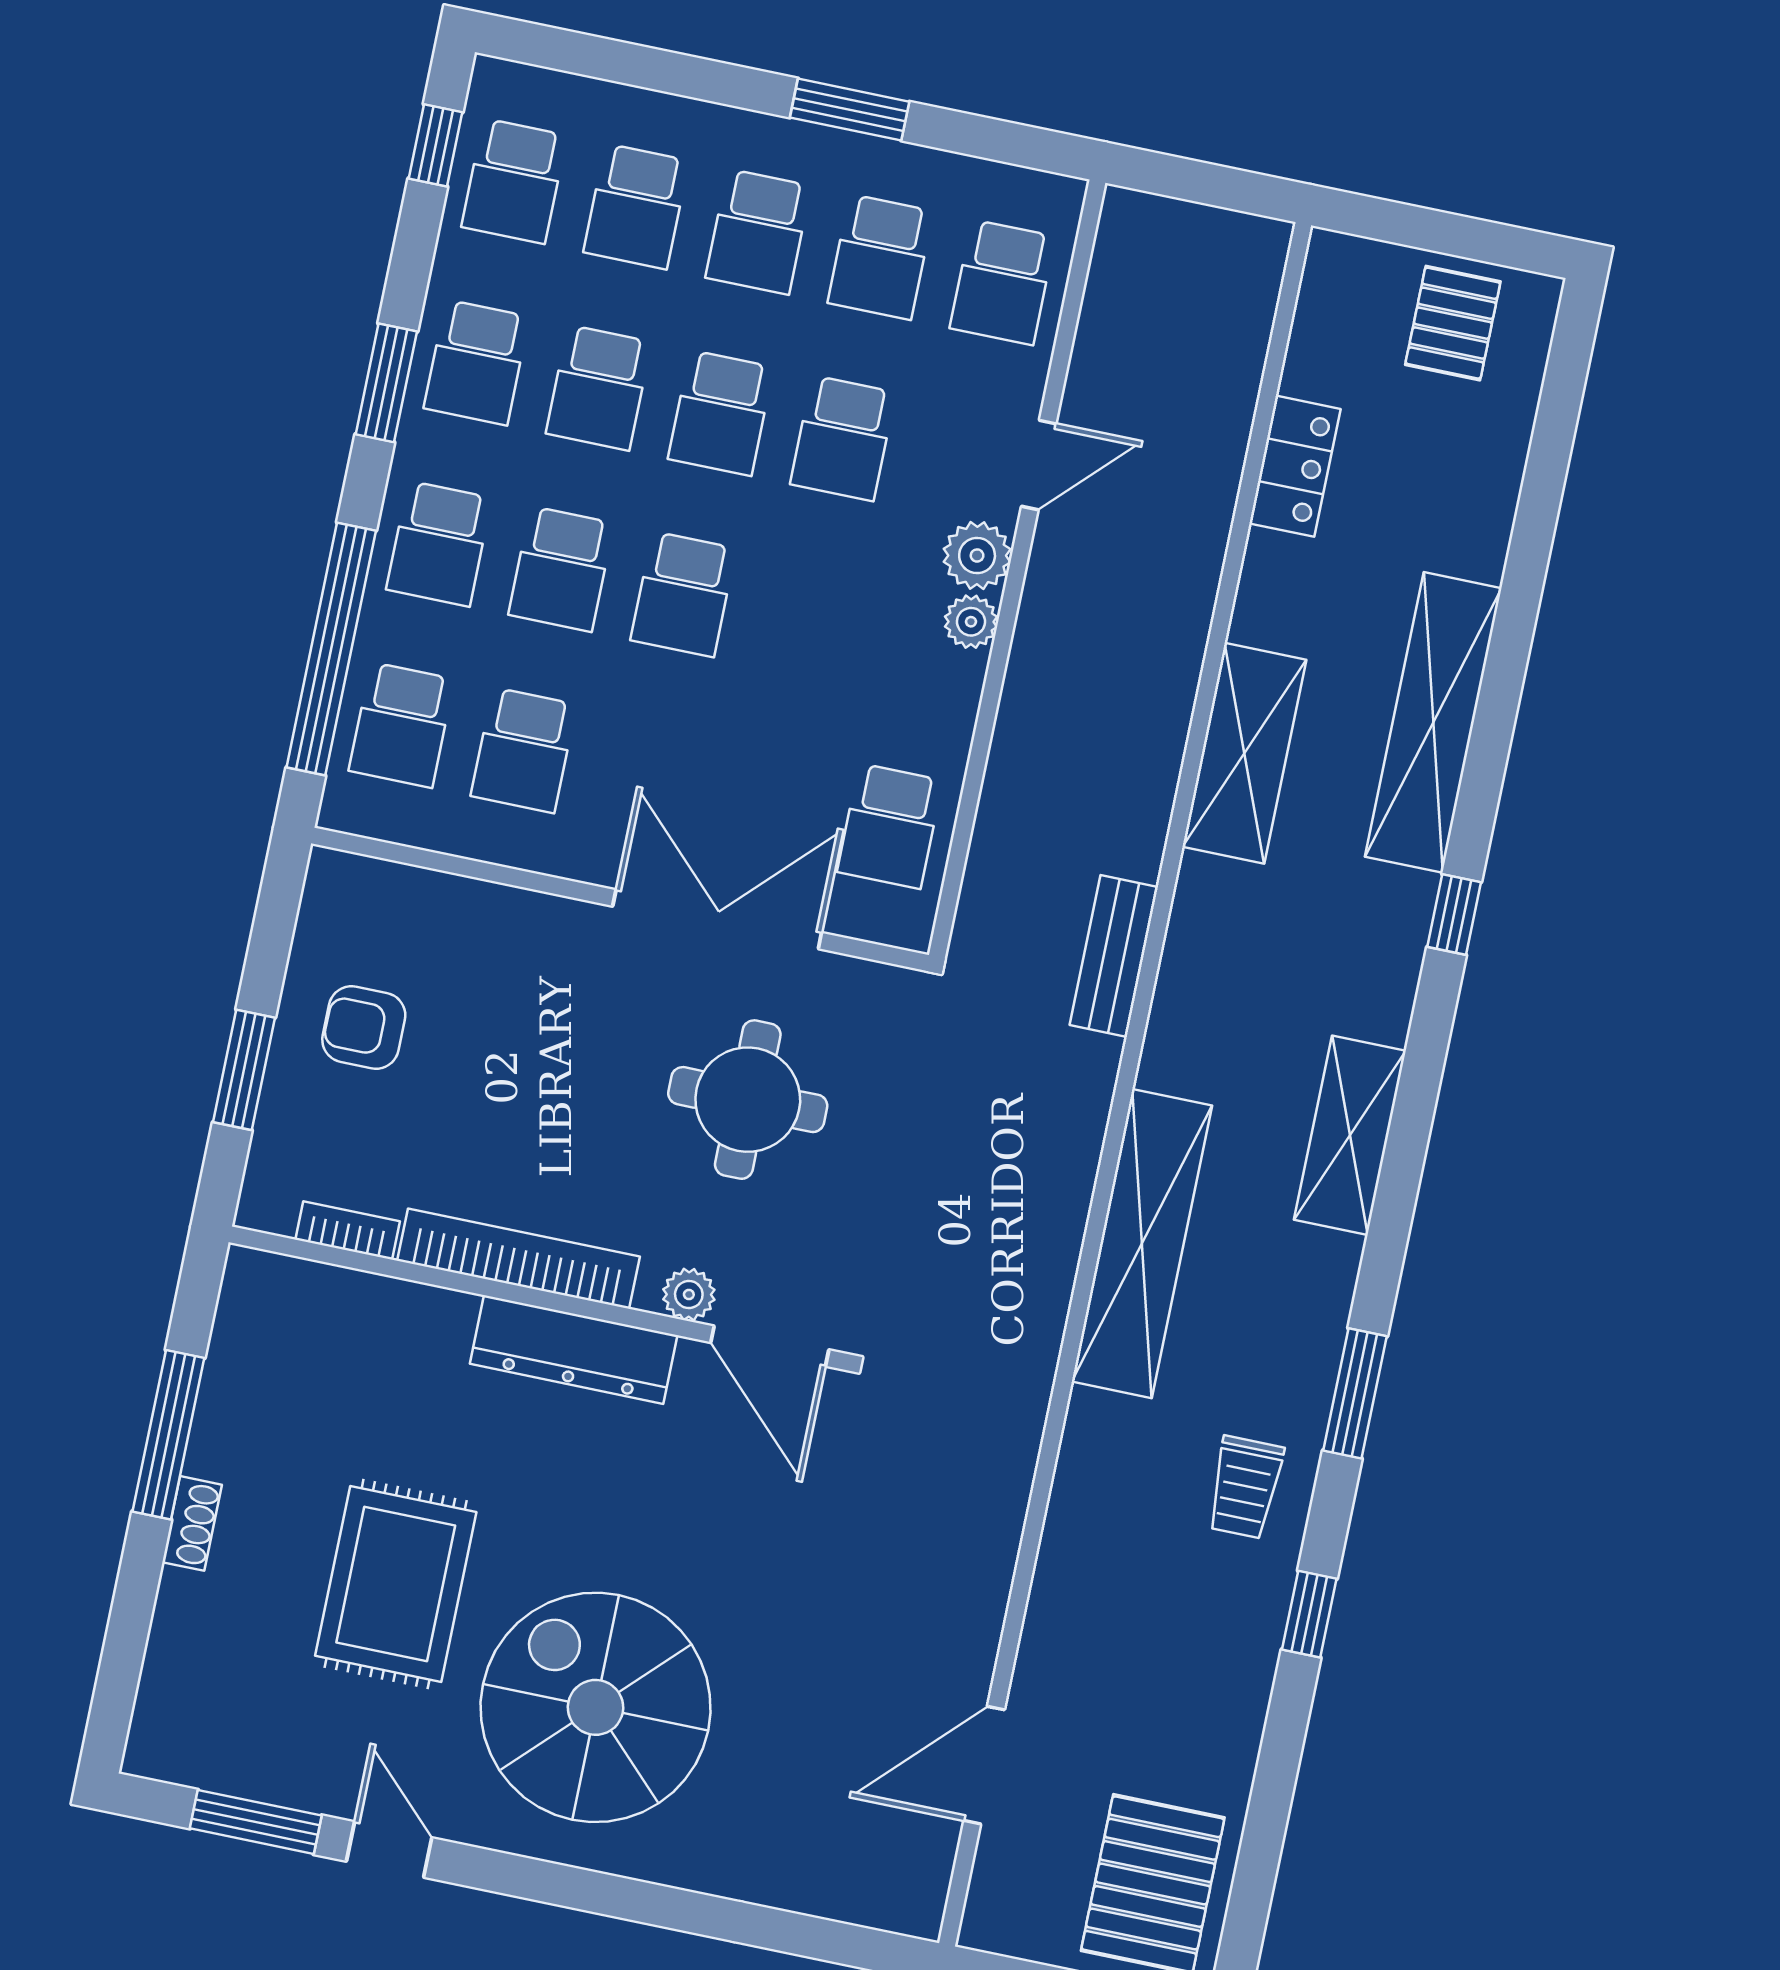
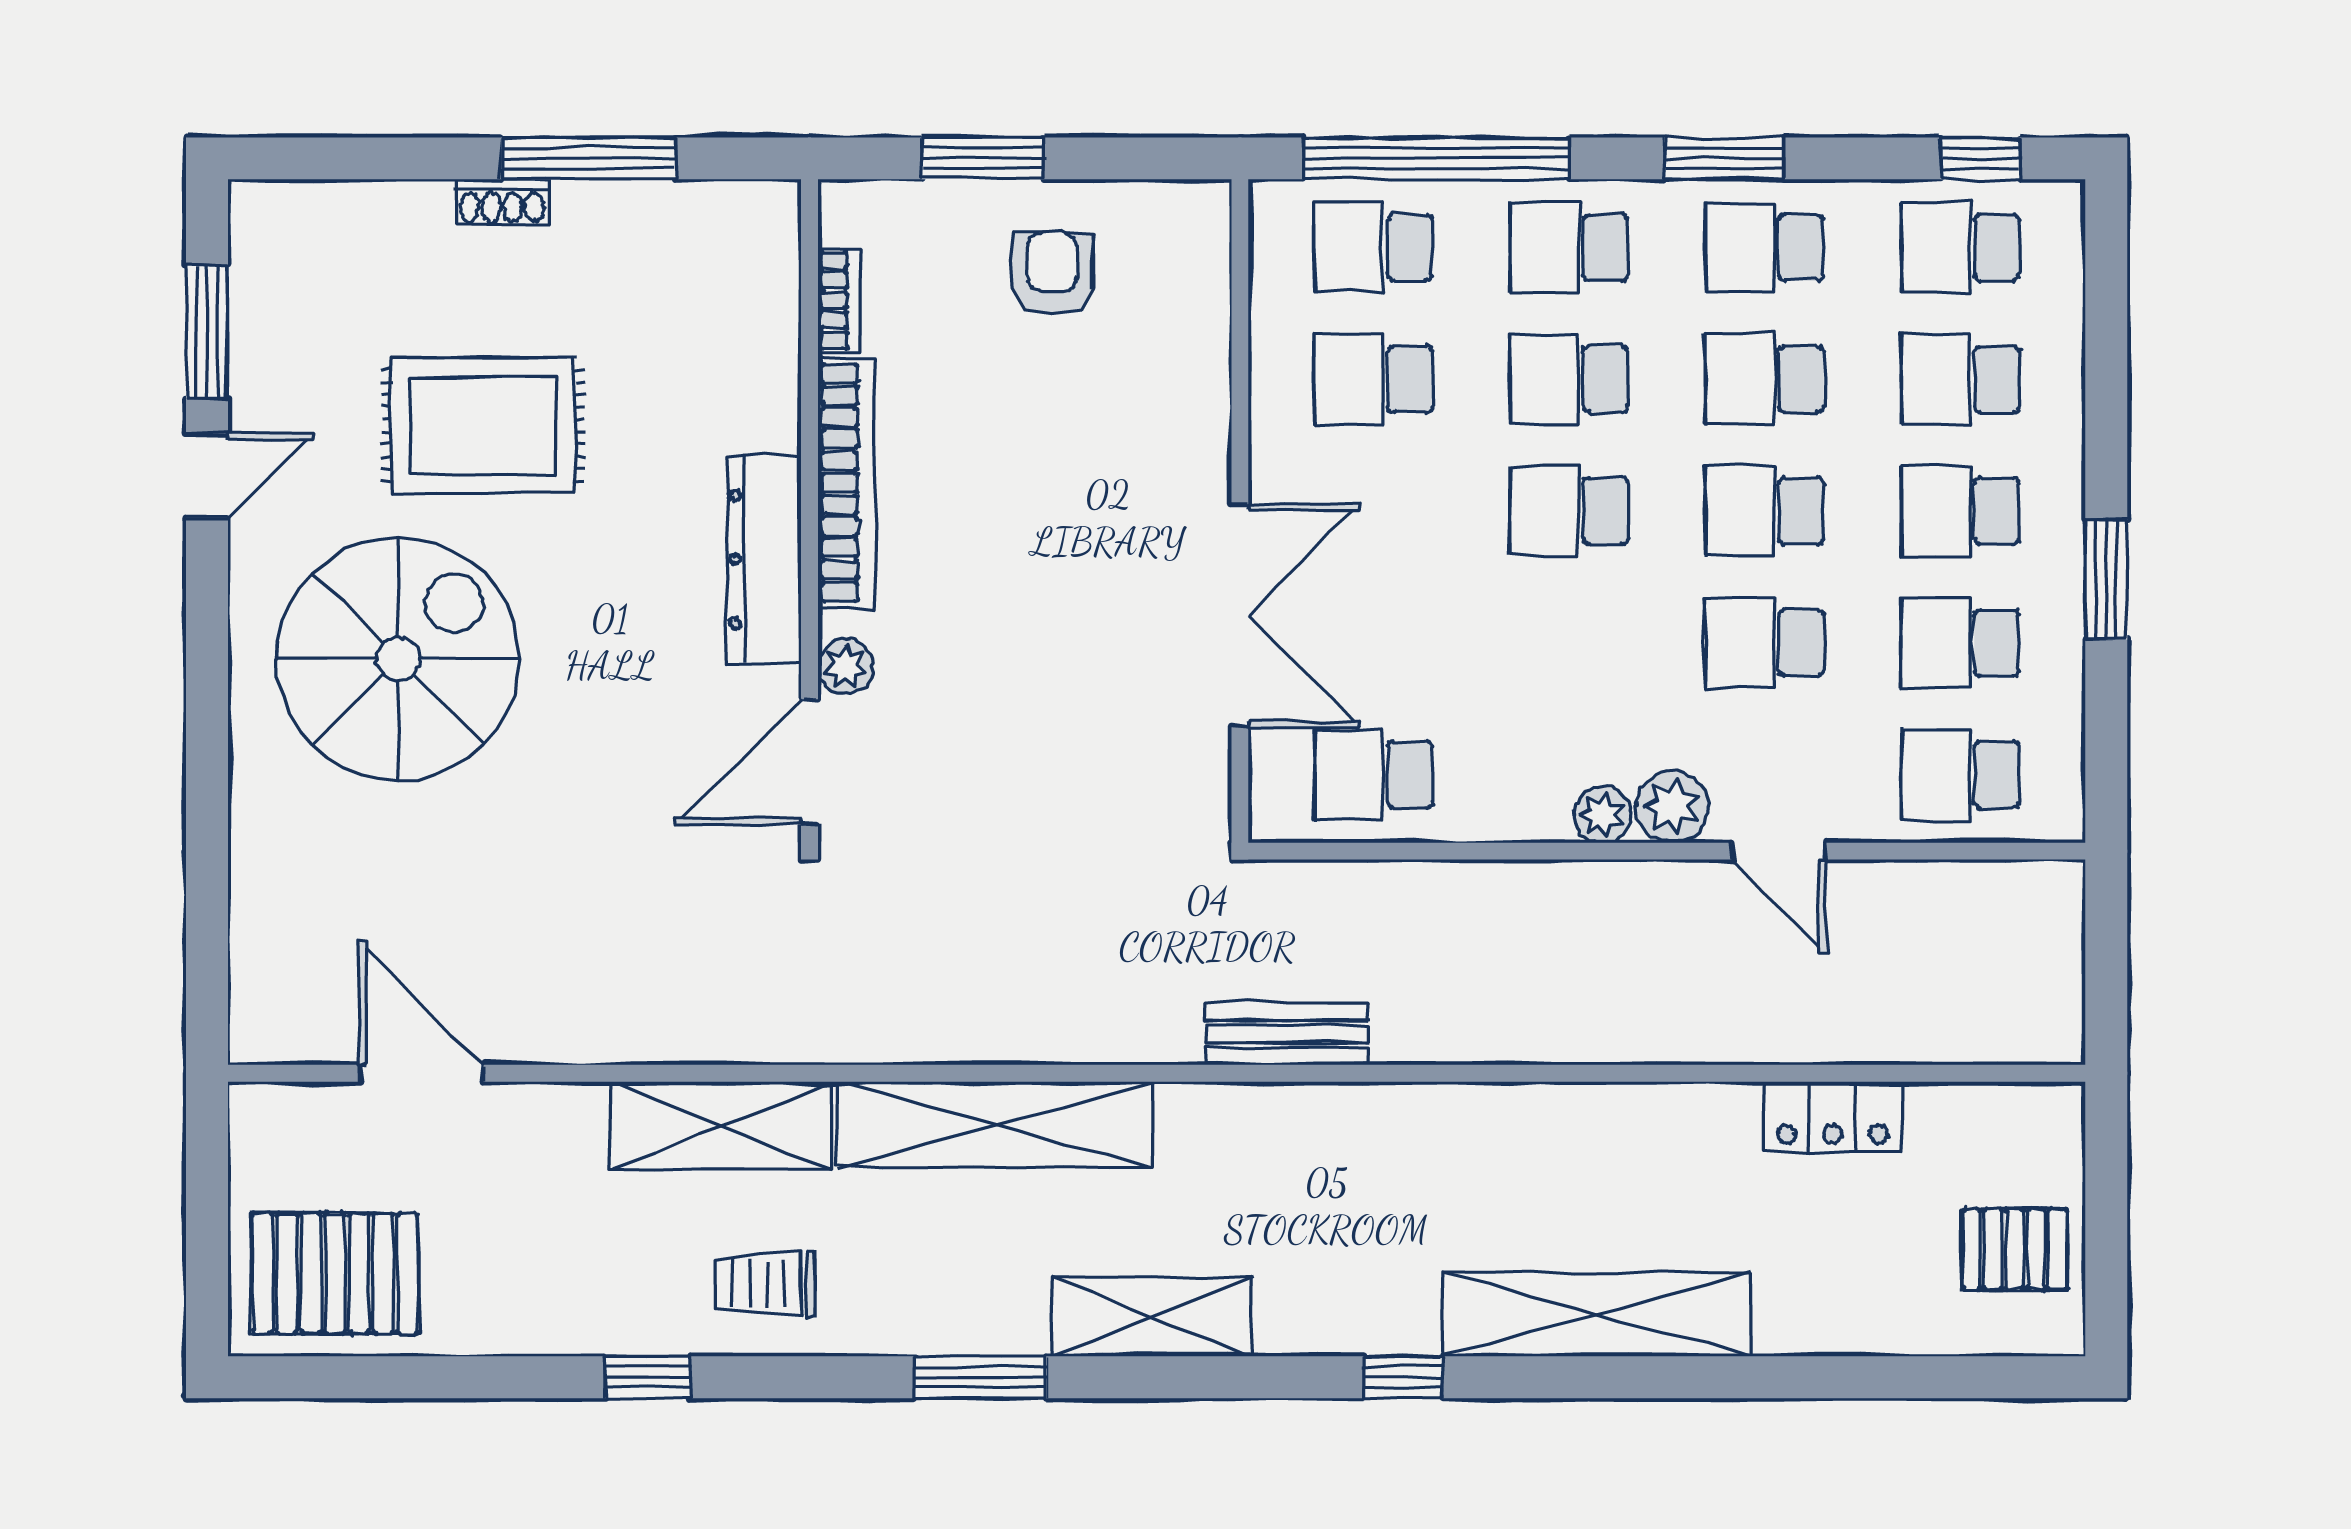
shelving: (1244, 753) -> (722, 1126), moved
round table: (748, 1100) -> (1060, 686), removed
window: (1355, 1393) -> (981, 1377), moved

